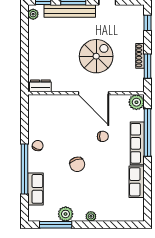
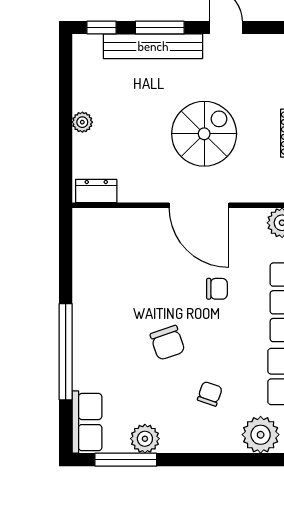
plant: (33, 14) -> (82, 122), moved
chair: (38, 146) -> (210, 394), moved
row of seats: (36, 189) -> (87, 422), moved
plant: (91, 216) -> (261, 435), moved, width x1.88, depth x1.88

